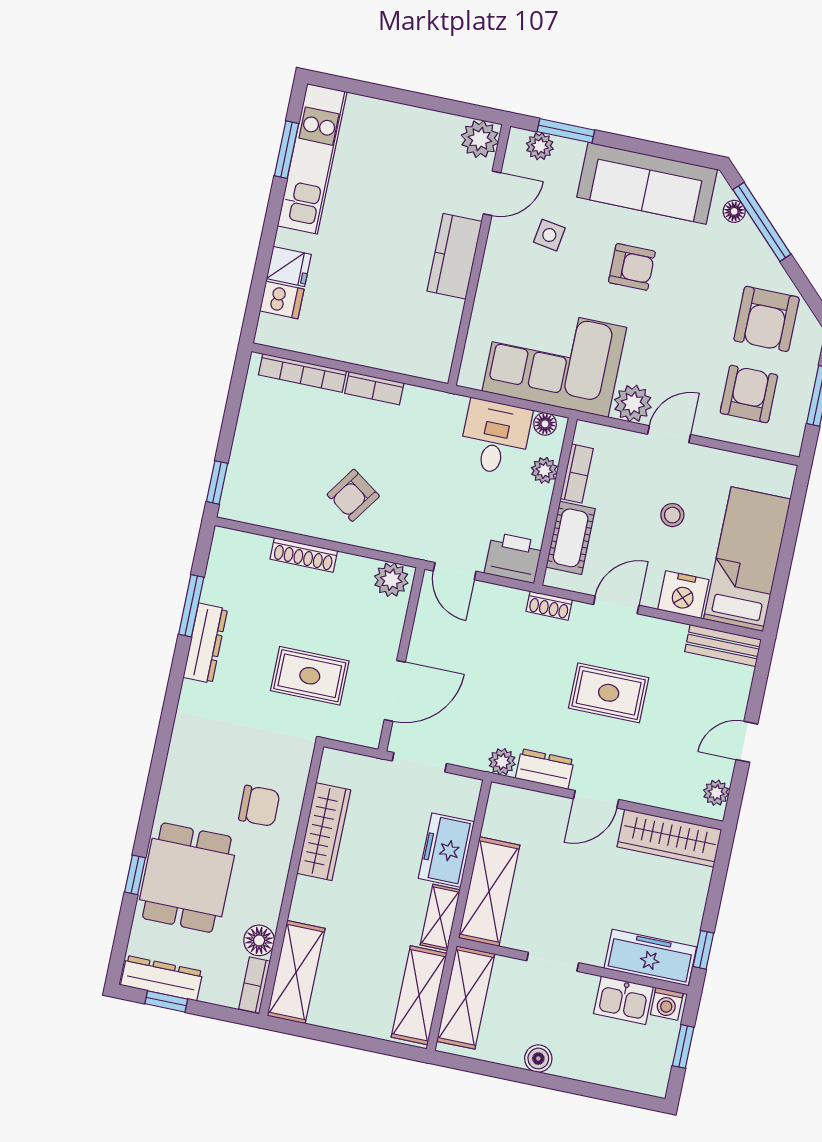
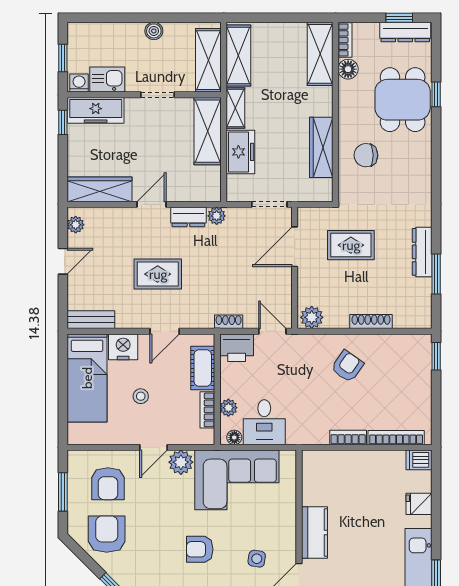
dishwasher: (282, 300) -> (419, 460), moved
shoe rack: (549, 606) -> (229, 322), moved

